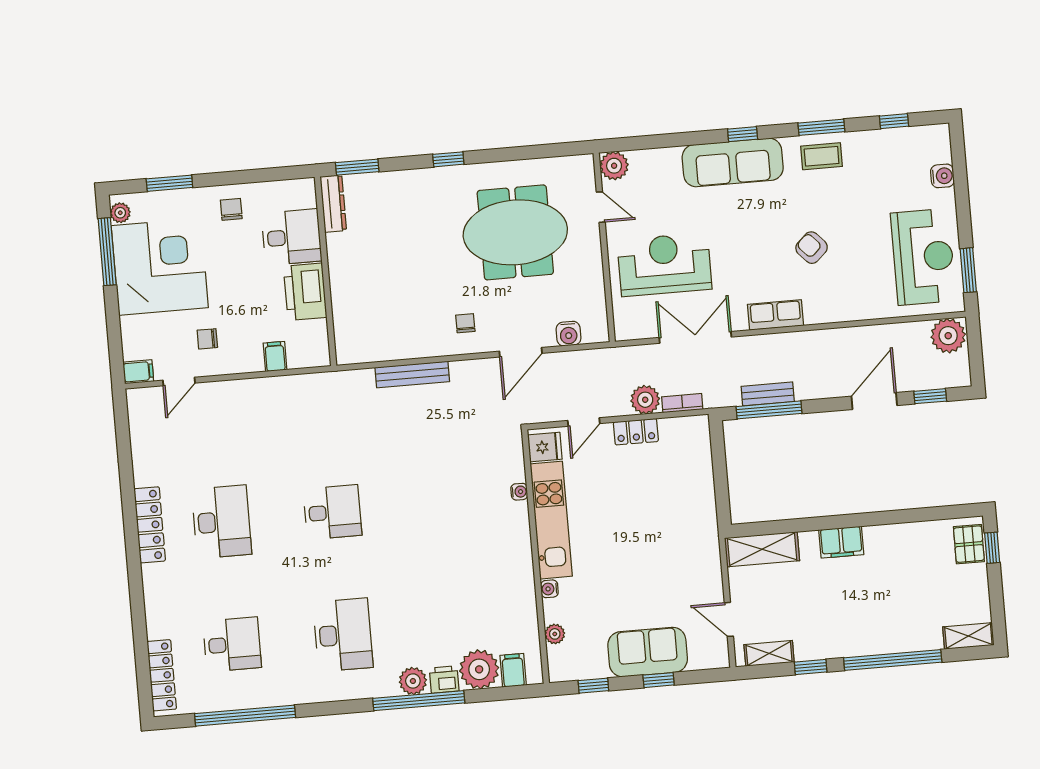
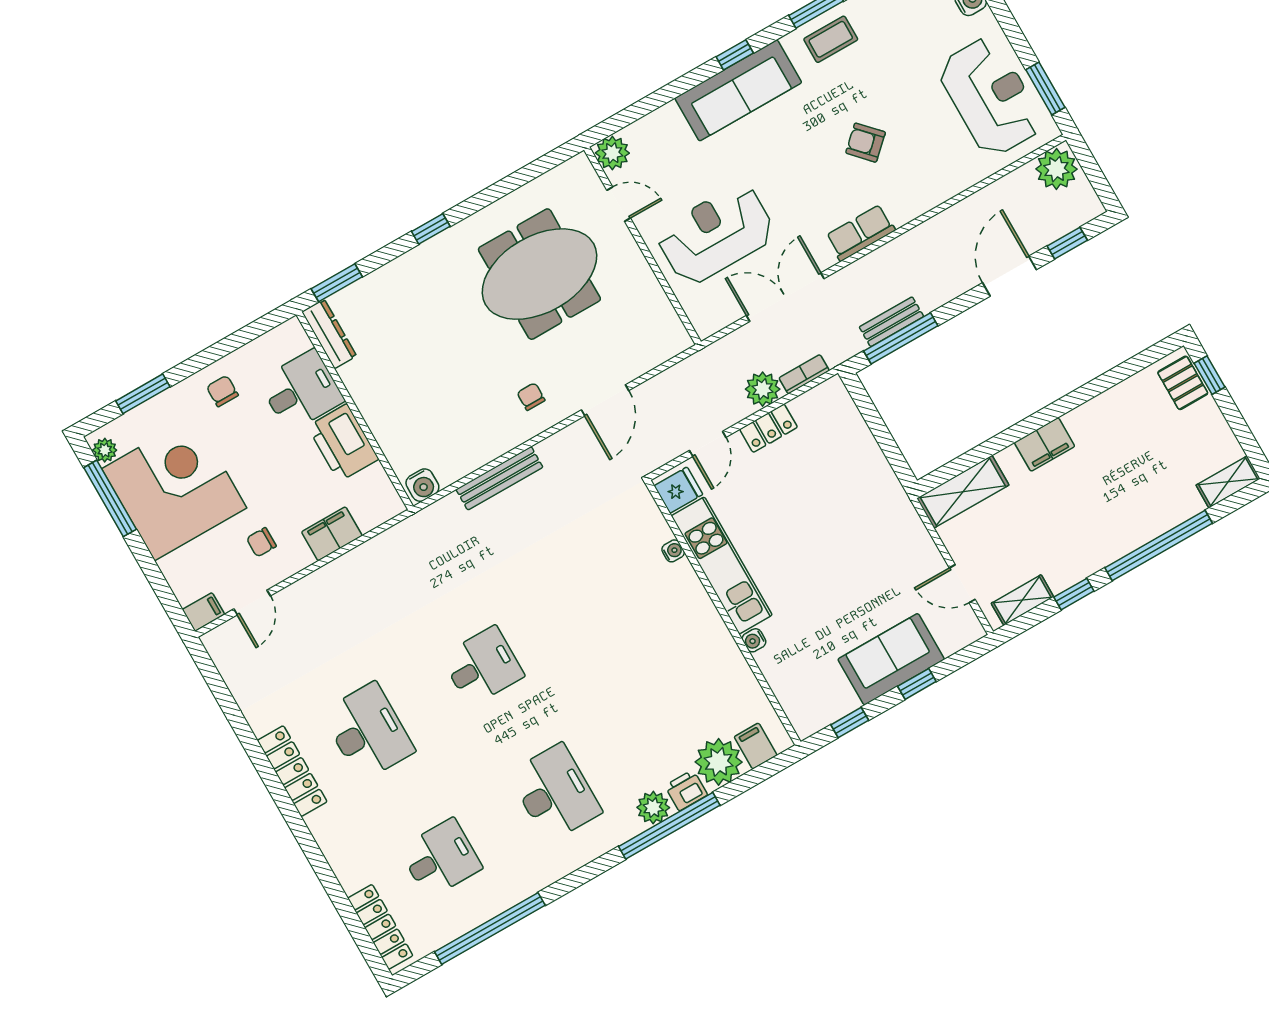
water cooler: (568, 334) -> (422, 485), moved
filing cabinet: (275, 356) -> (332, 534), width x2.00
plant: (555, 634) -> (782, 686), removed

